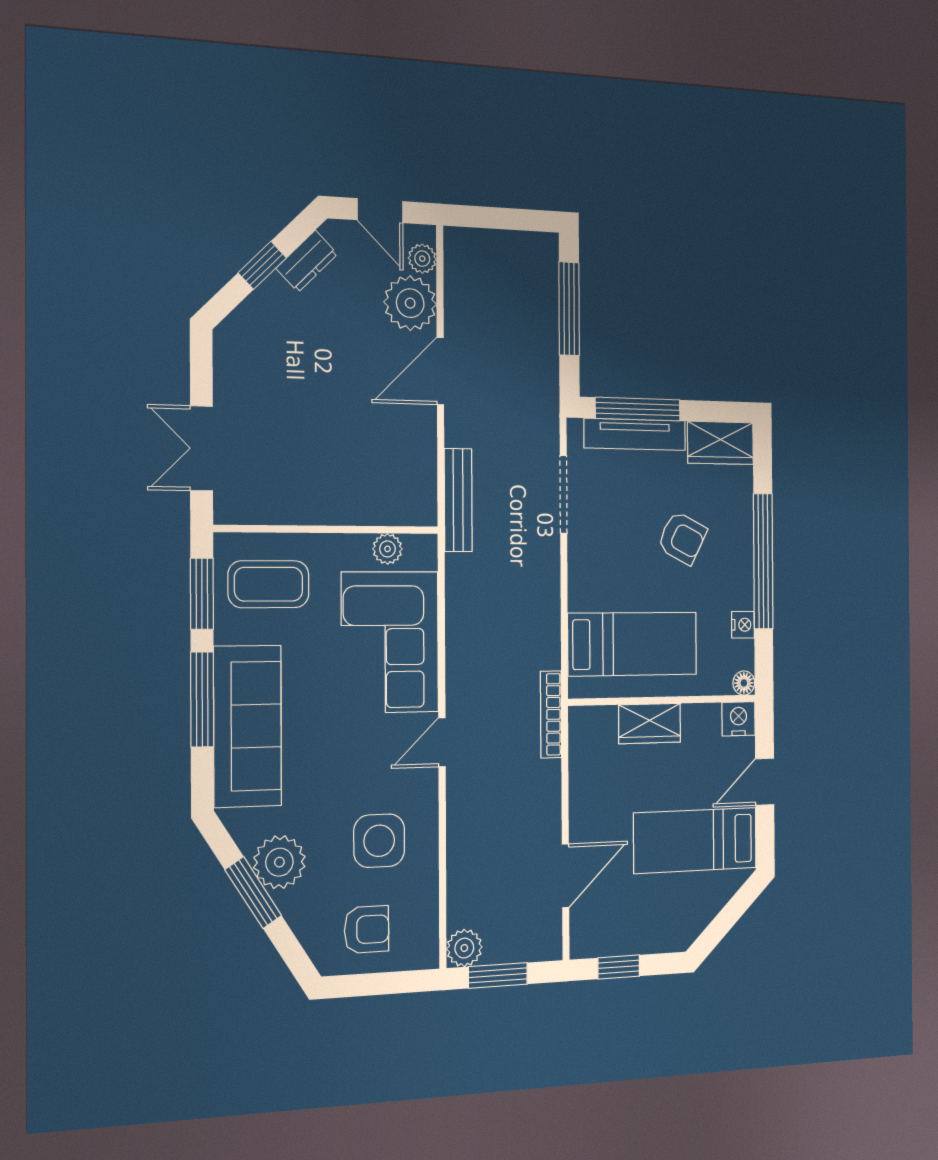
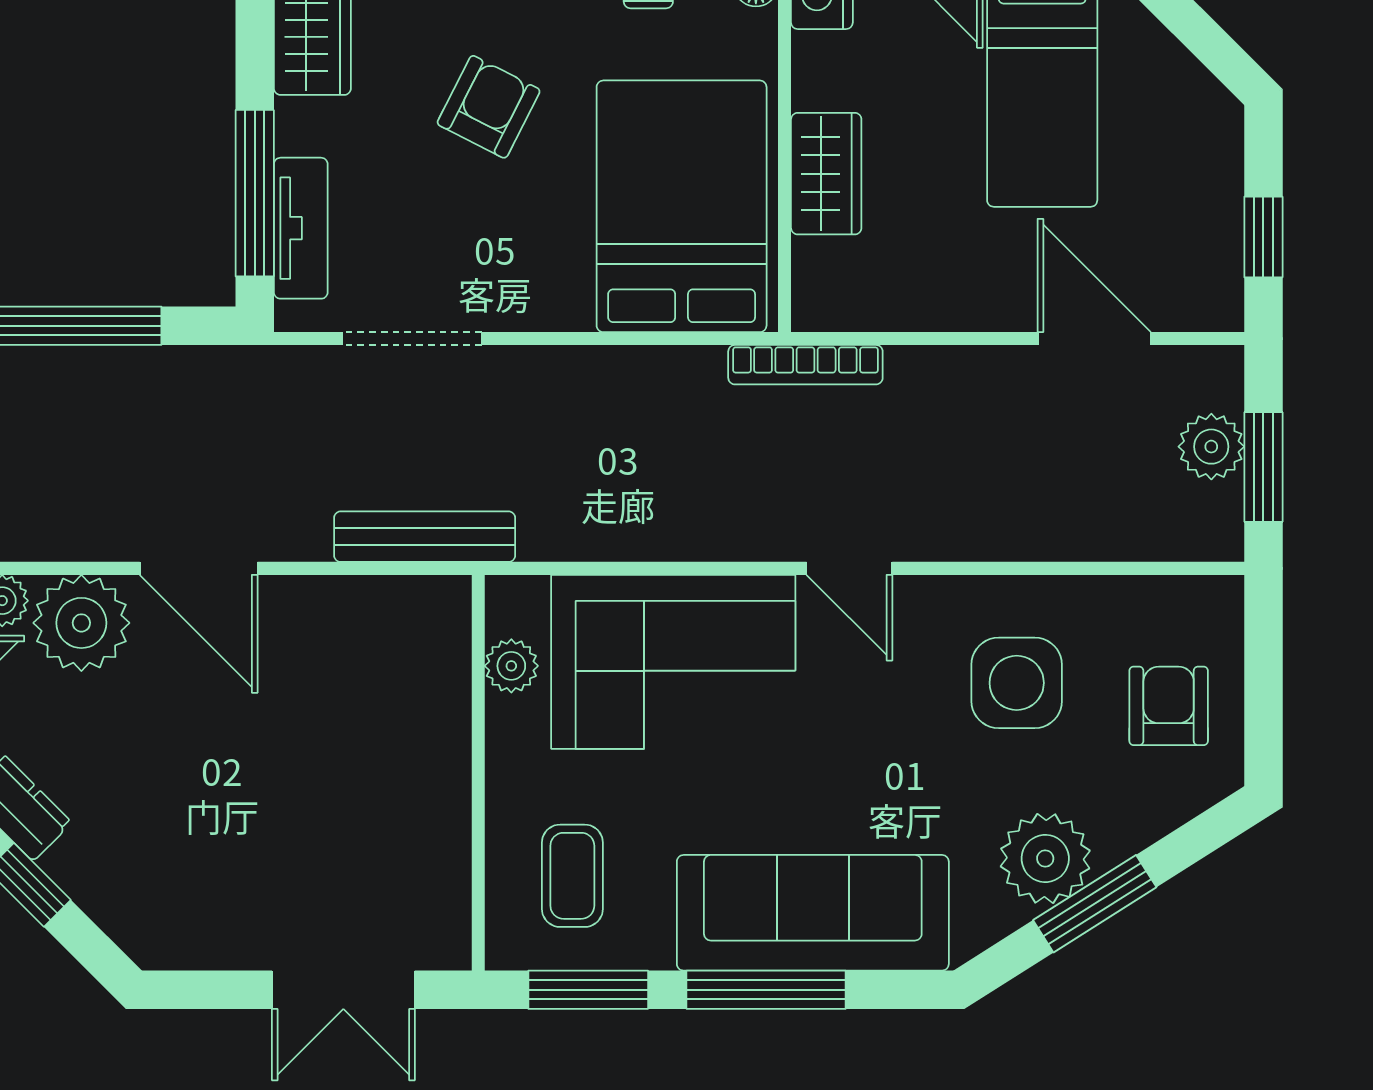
tv unit: (635, 434) -> (301, 228), width x0.71
coffee table: (269, 584) -> (572, 876), width x0.73, depth x0.77
bed: (633, 644) -> (682, 206), width x1.50
plant: (464, 948) -> (1211, 447), moved

